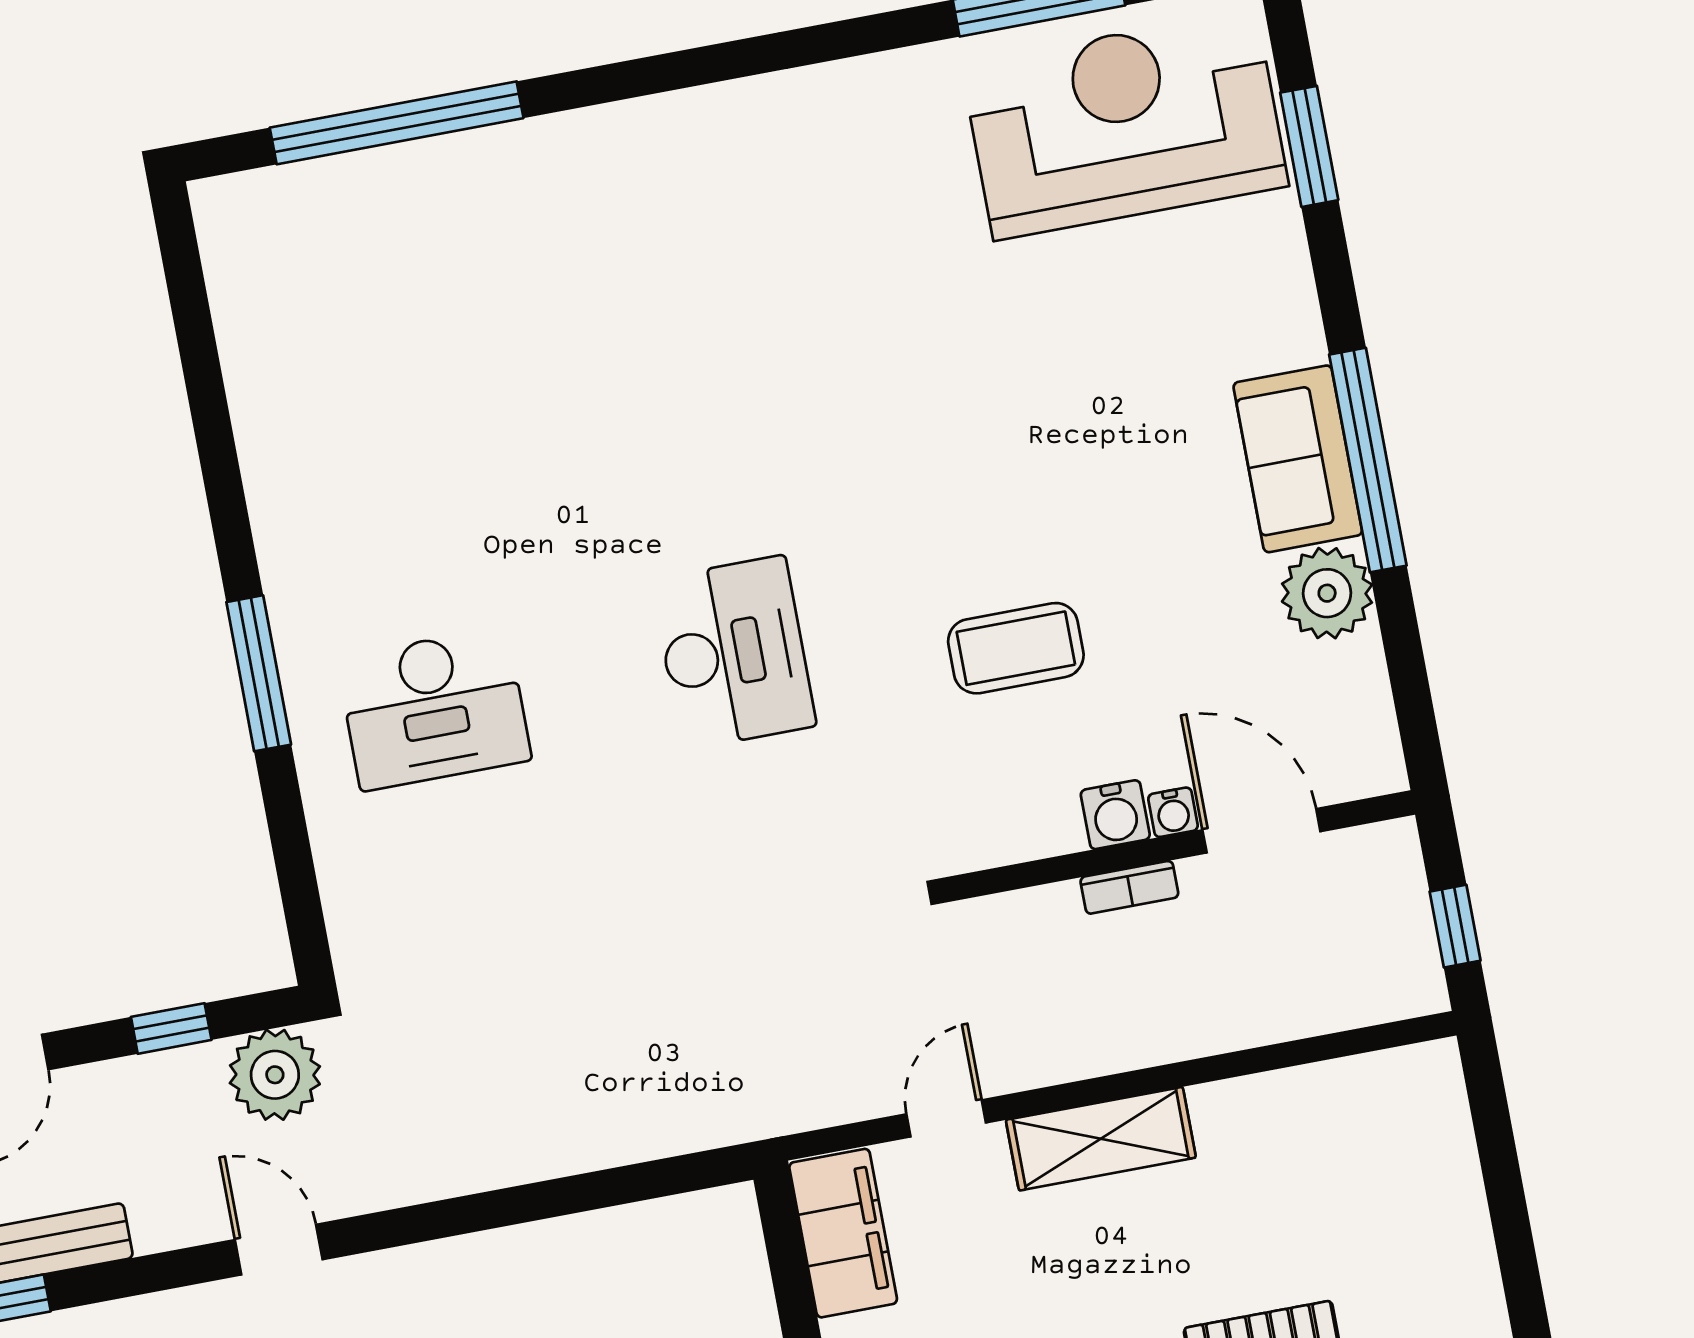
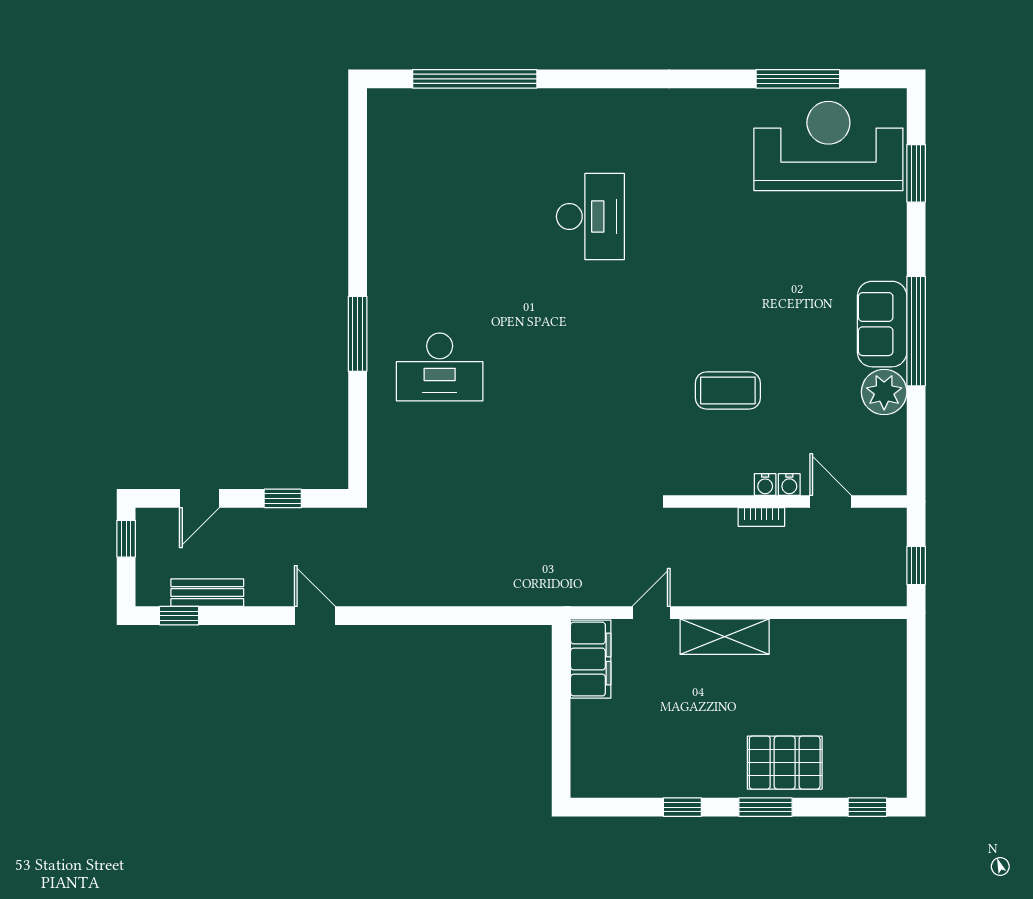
desk: (734, 653) -> (590, 216), moved
water cooler: (1115, 815) -> (765, 485), width x0.72, depth x0.72
door: (1261, 831) -> (831, 502), width x0.73
plant: (275, 1075) -> (329, 530), removed

